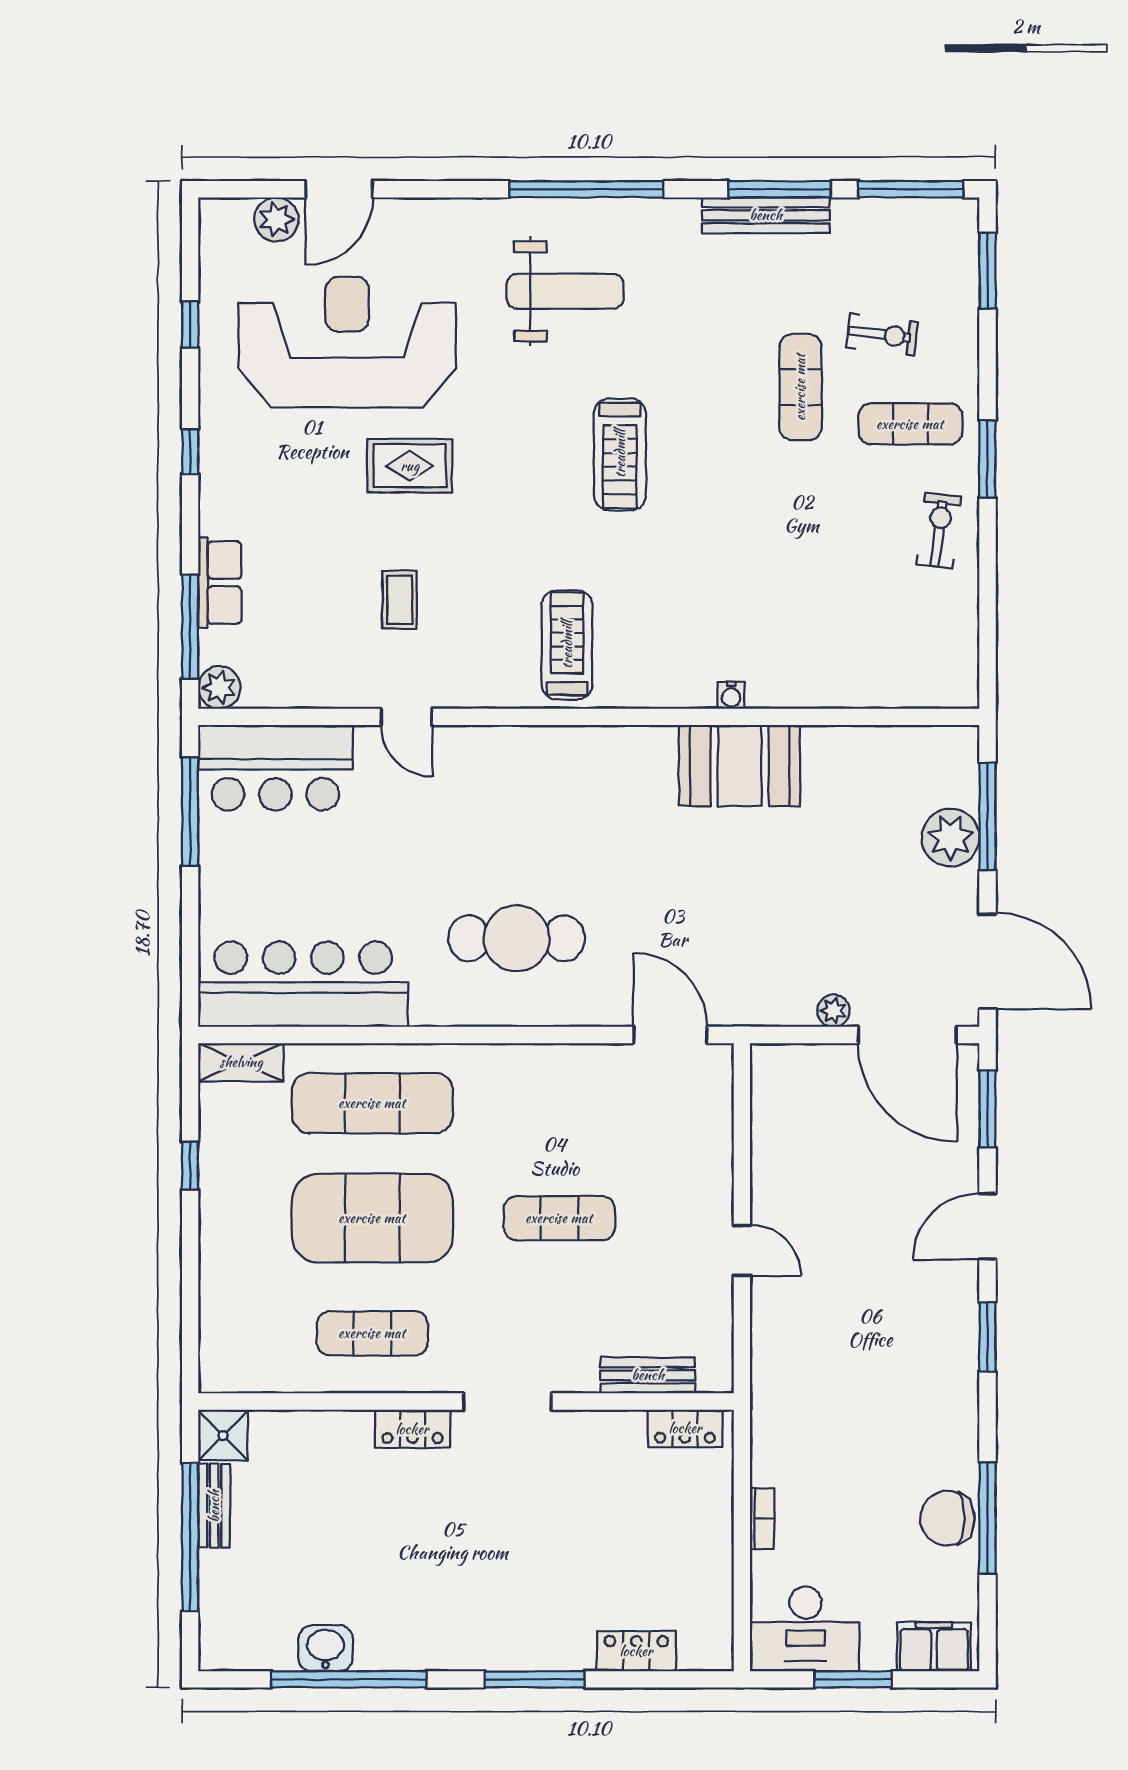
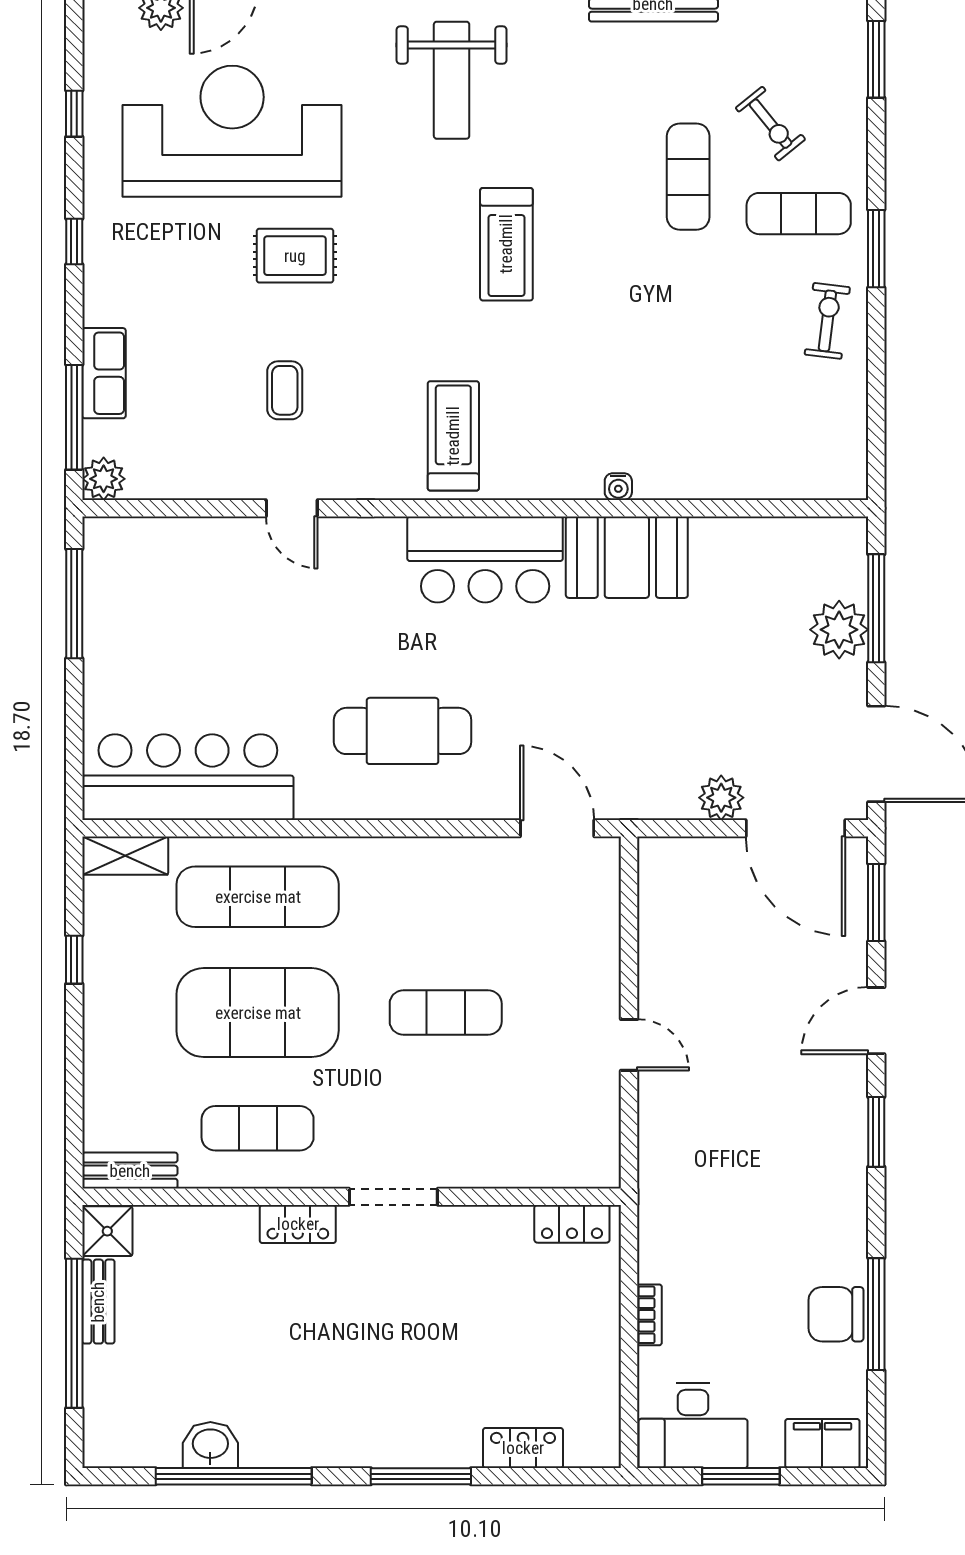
weight bench: (565, 291) -> (452, 80), turned 90
exercise bike: (882, 335) -> (770, 124), turned 44
bar counter: (275, 768) -> (485, 559), moved
plant: (833, 1011) -> (721, 798), width x1.38, depth x1.38
bench: (648, 1375) -> (130, 1171), moved

